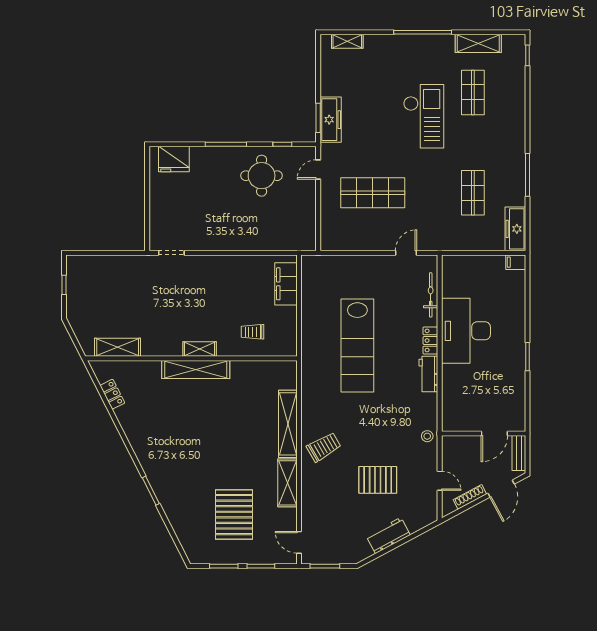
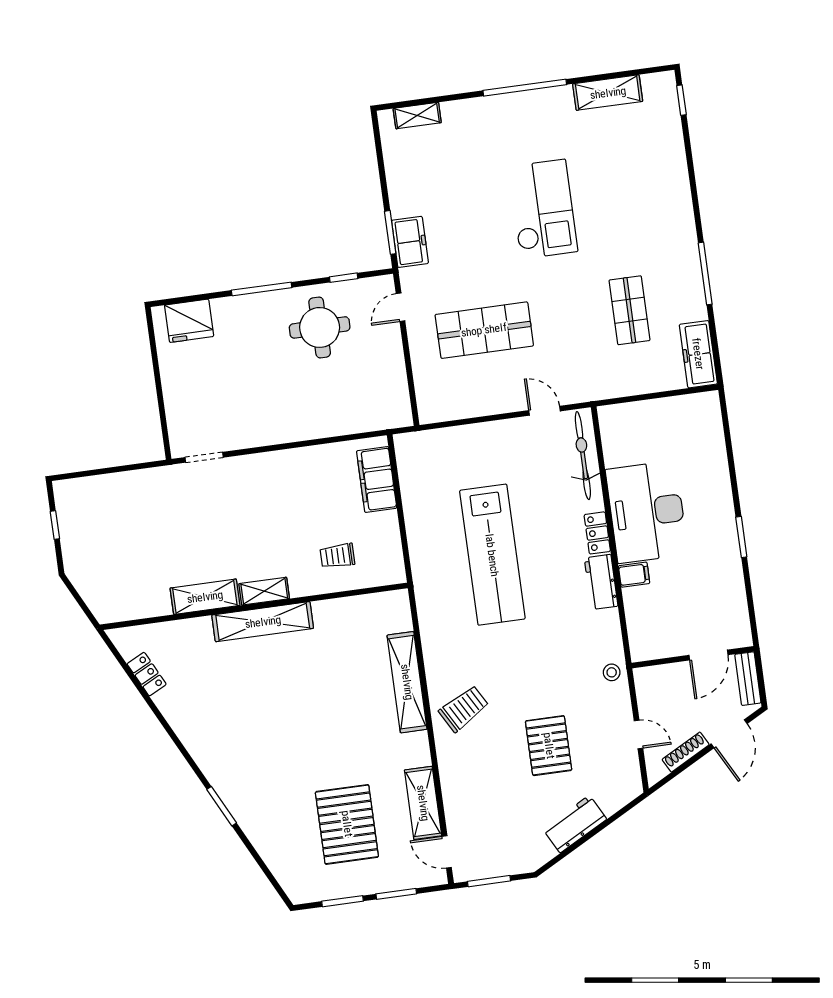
shop shelf: (473, 92) -> (610, 165), removed
freezer: (331, 120) -> (410, 242), width x0.71
door: (406, 253) -> (544, 411), hinge flipped
filing cabinet: (516, 262) -> (634, 575), moved, turned 180
bicycle: (431, 295) -> (583, 456), width x1.37, depth x1.40
shelving: (118, 347) -> (205, 597), moved
pallet: (378, 480) -> (549, 746), turned 90
shelving: (287, 483) -> (423, 803), moved

